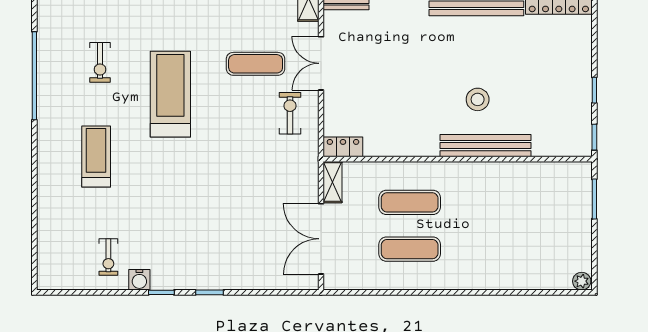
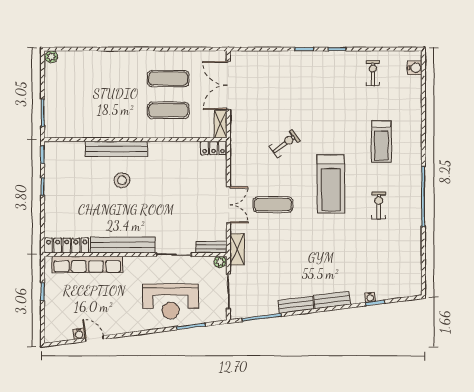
exercise bike: (290, 113) -> (285, 143), moved, turned -127
double door: (321, 239) -> (228, 86), swing flipped
water cooler: (139, 280) -> (415, 68), moved, turned 90

